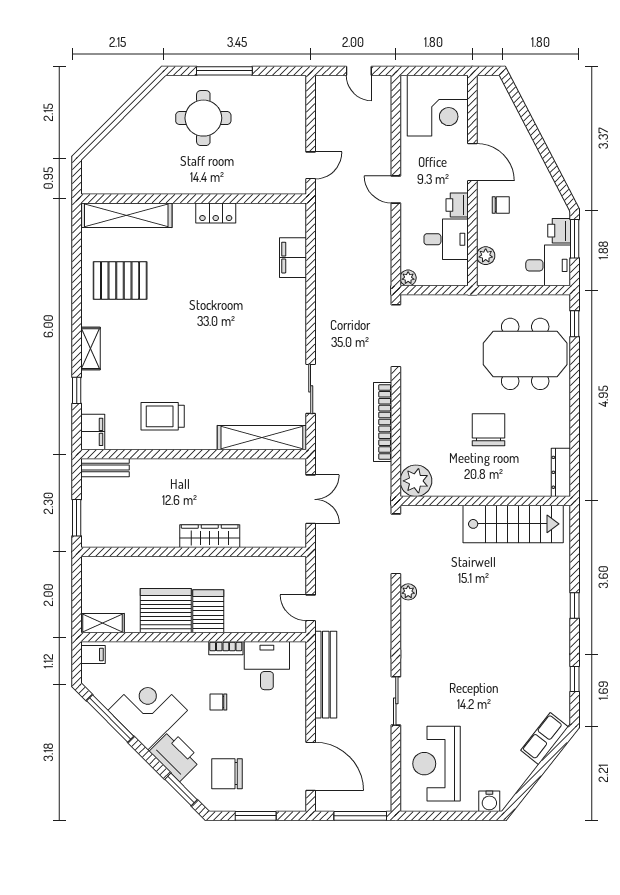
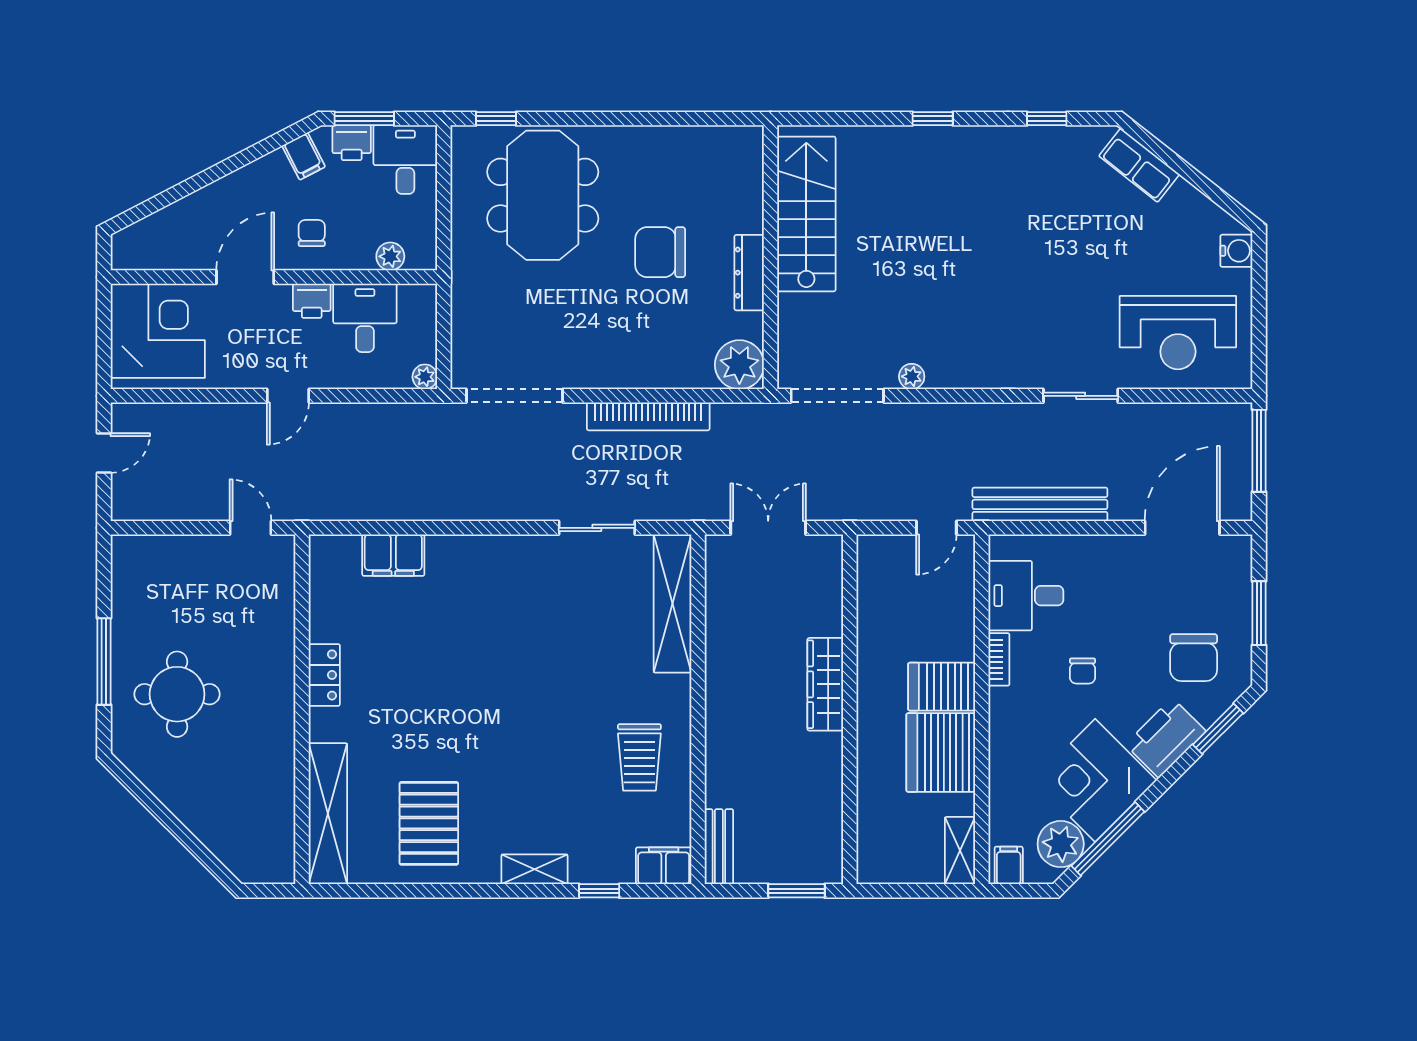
filing cabinet: (550, 200) -> (304, 156), added
dresser: (561, 472) -> (749, 273), moved, turned 90
plant: (107, 688) -> (1061, 844), added

